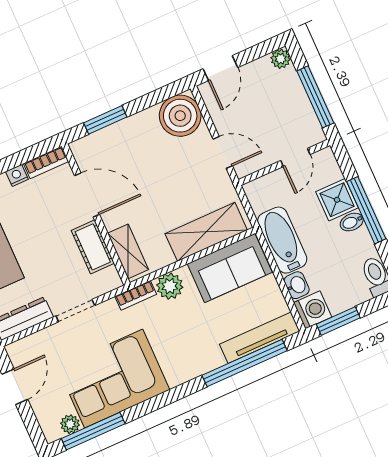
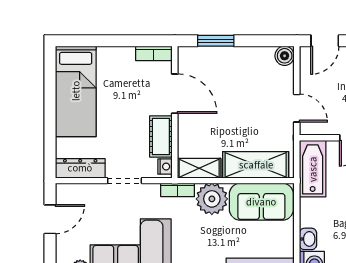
boiler: (180, 116) -> (285, 56), width x0.54, depth x0.54
nightstand: (17, 175) -> (165, 167), moved, turned 90
bathtub: (282, 240) -> (313, 169), moved
shelving: (128, 251) -> (199, 168), moved, turned 90
plant: (170, 286) -> (212, 199), width x1.36, depth x1.36

